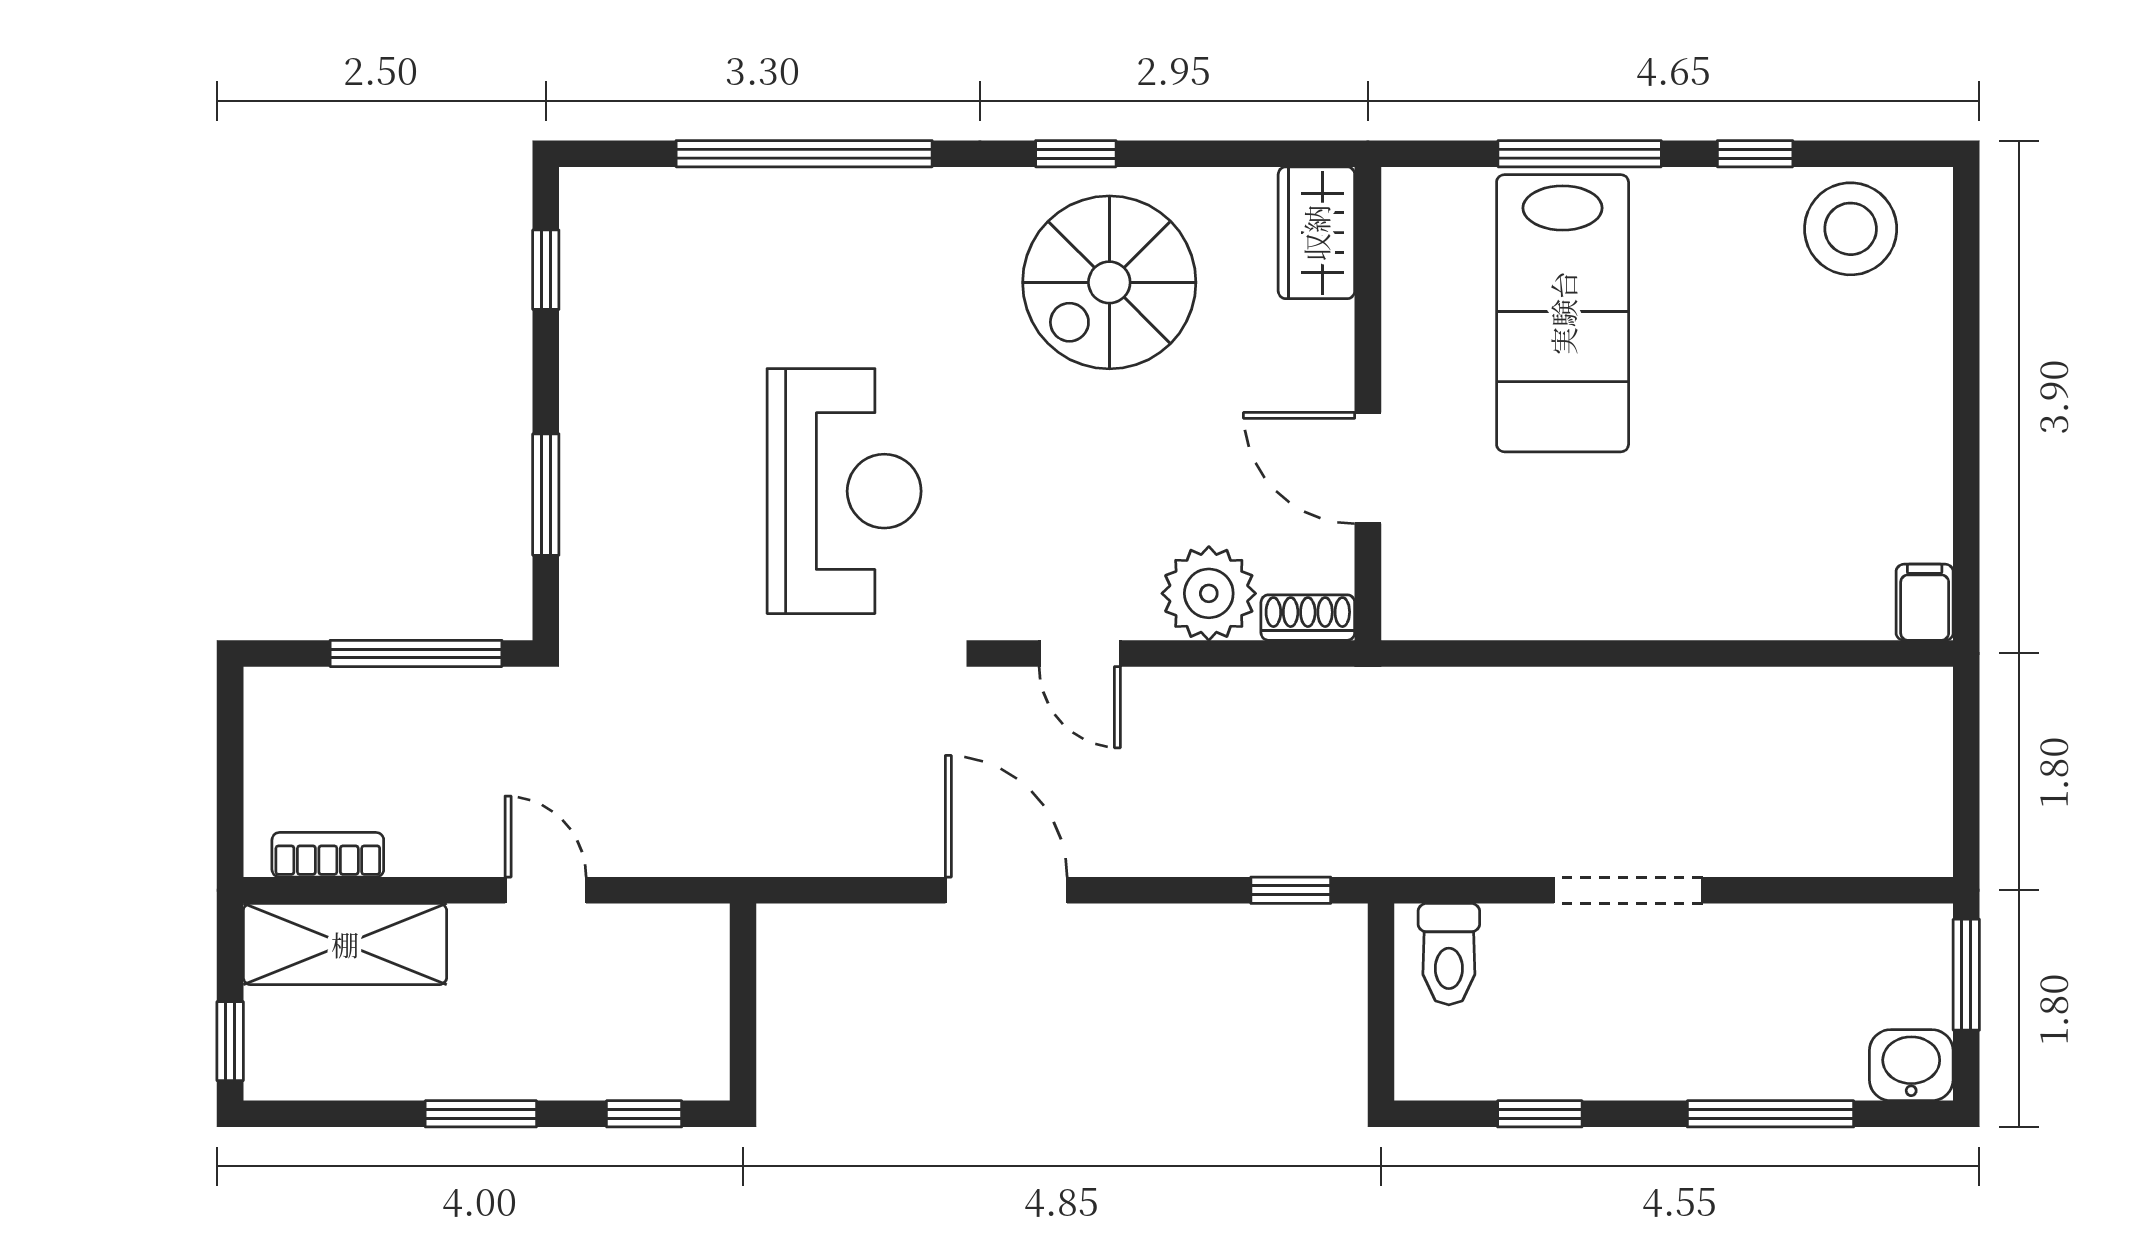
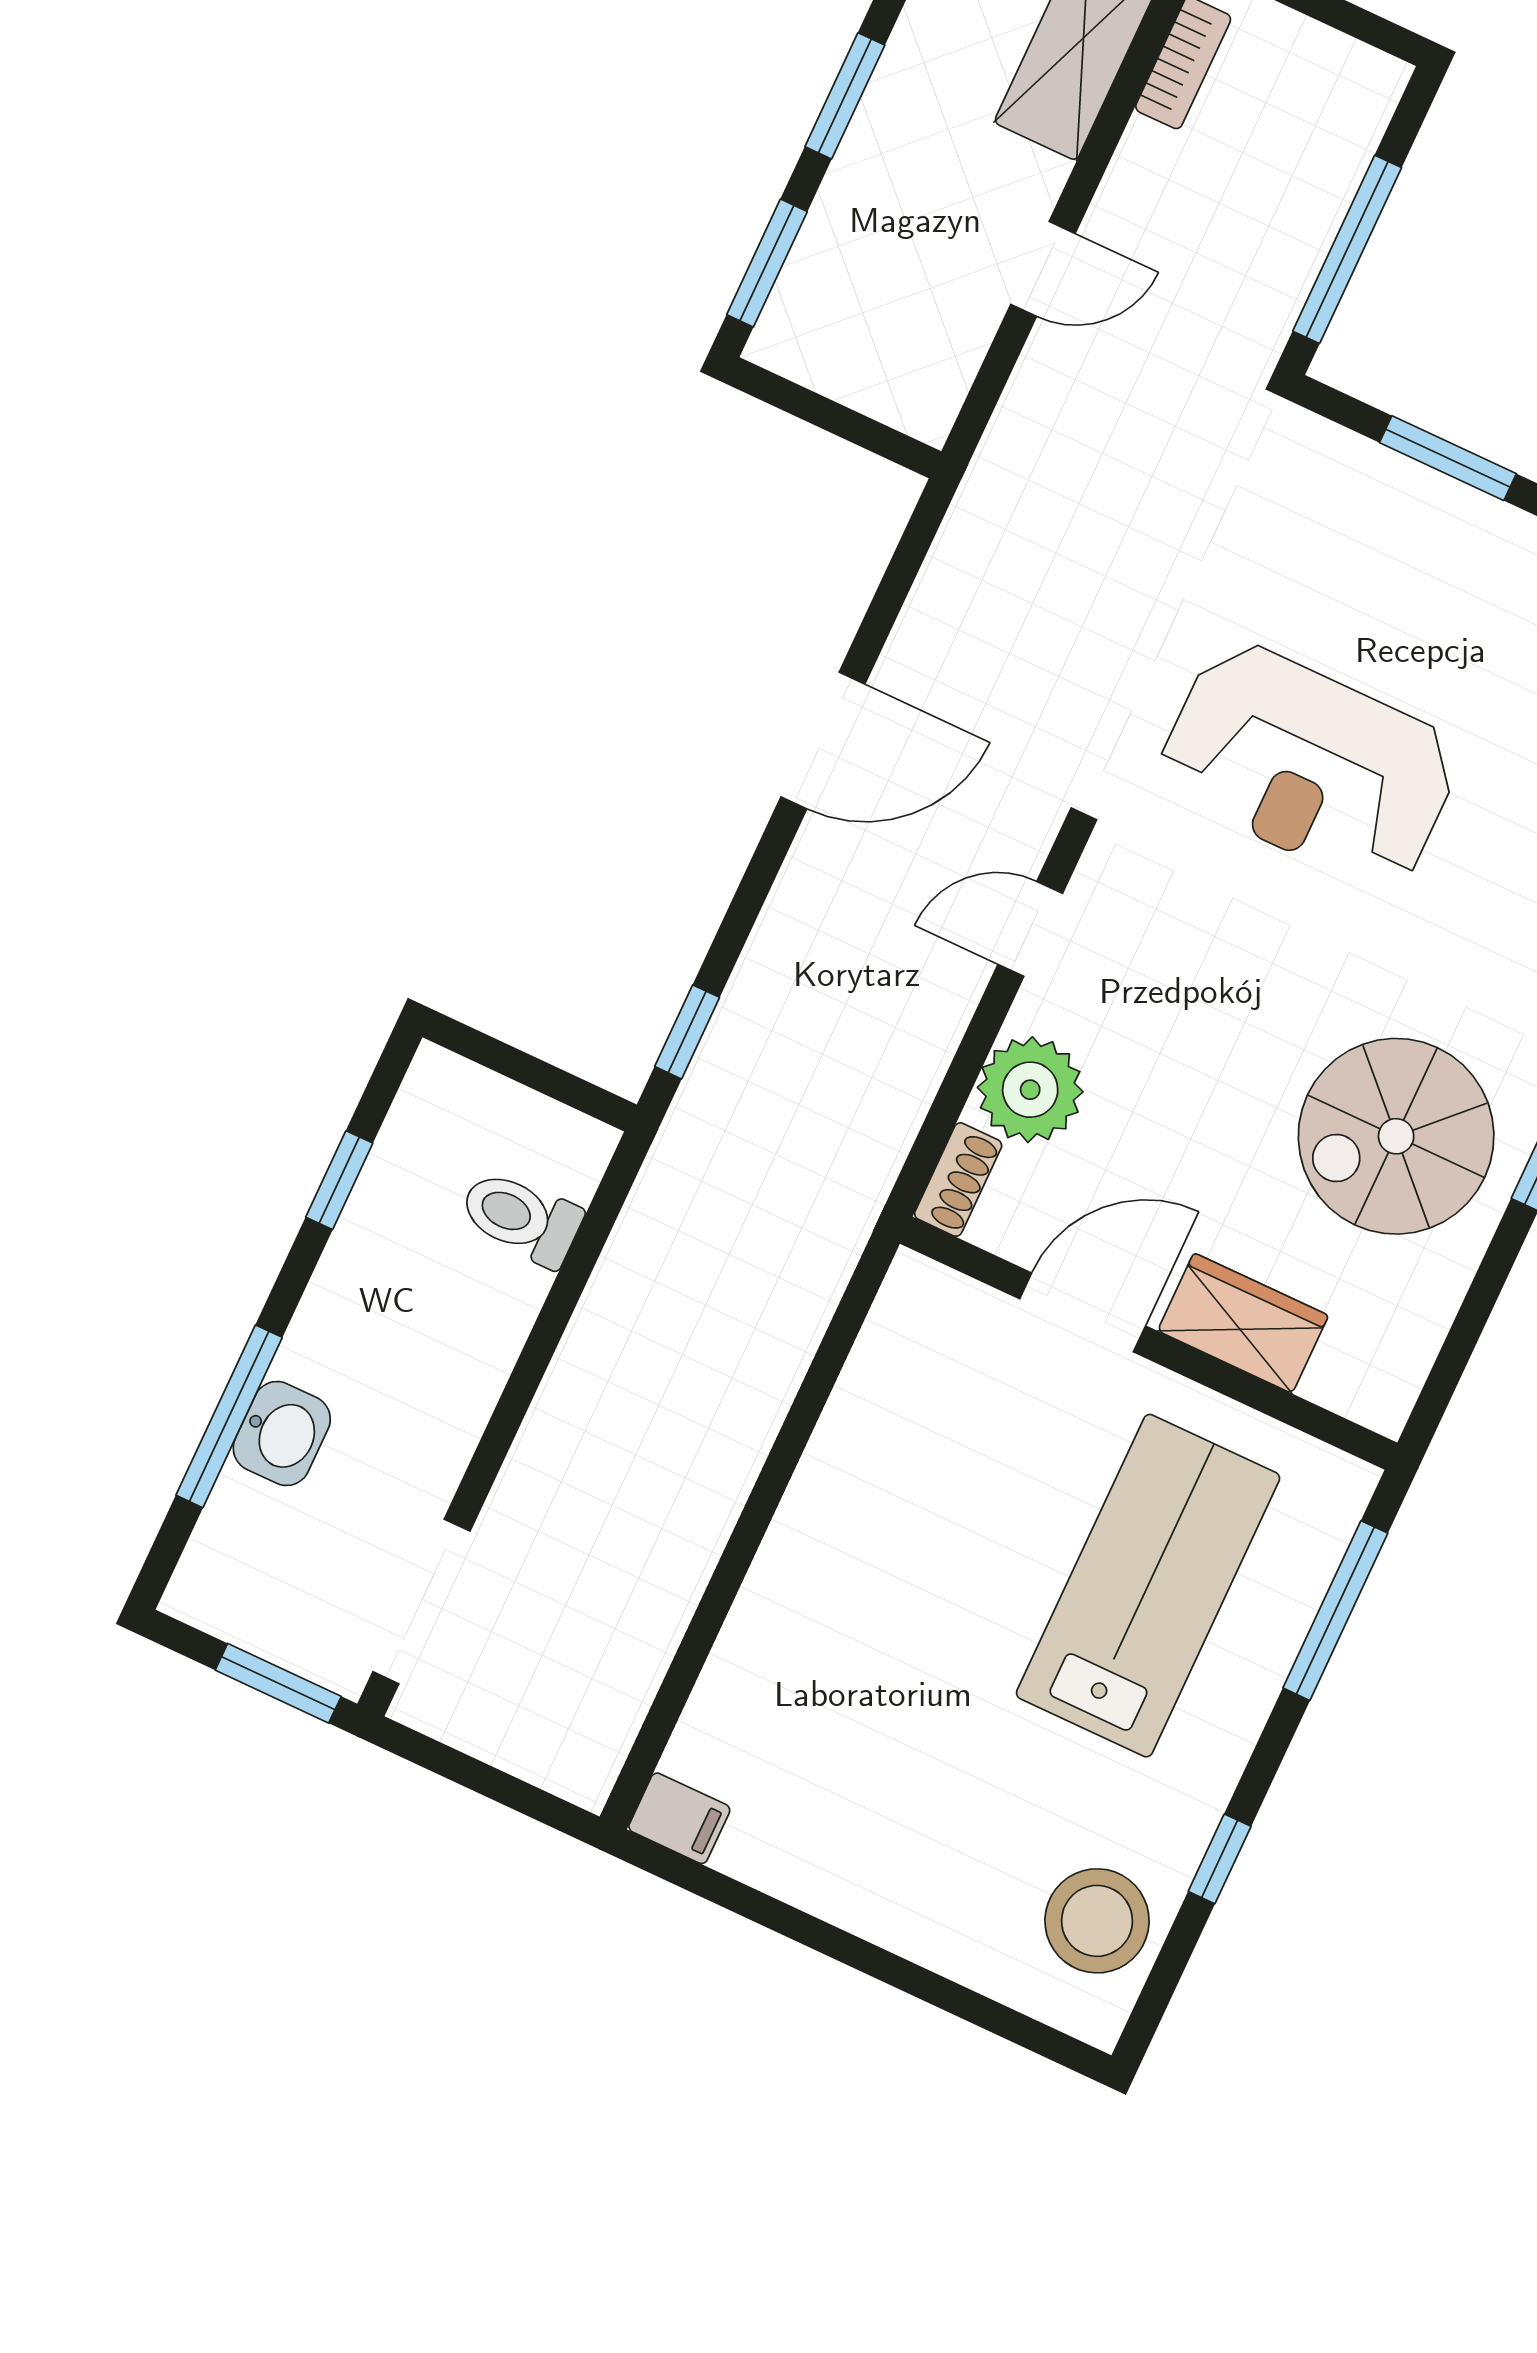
window: (1580, 154) -> (1335, 1611), moved
wardrobe: (1316, 233) -> (1243, 1323), moved
spiral stairs: (1109, 282) -> (1396, 1136), turned -90
lab bench: (1563, 313) -> (1148, 1586), turned 90
doorway: (1628, 890) -> (422, 1601), moved
toilet: (1449, 954) -> (521, 1218), moved
washbasin: (1911, 1065) -> (282, 1434), moved
window: (644, 1114) -> (767, 263), width x1.50

